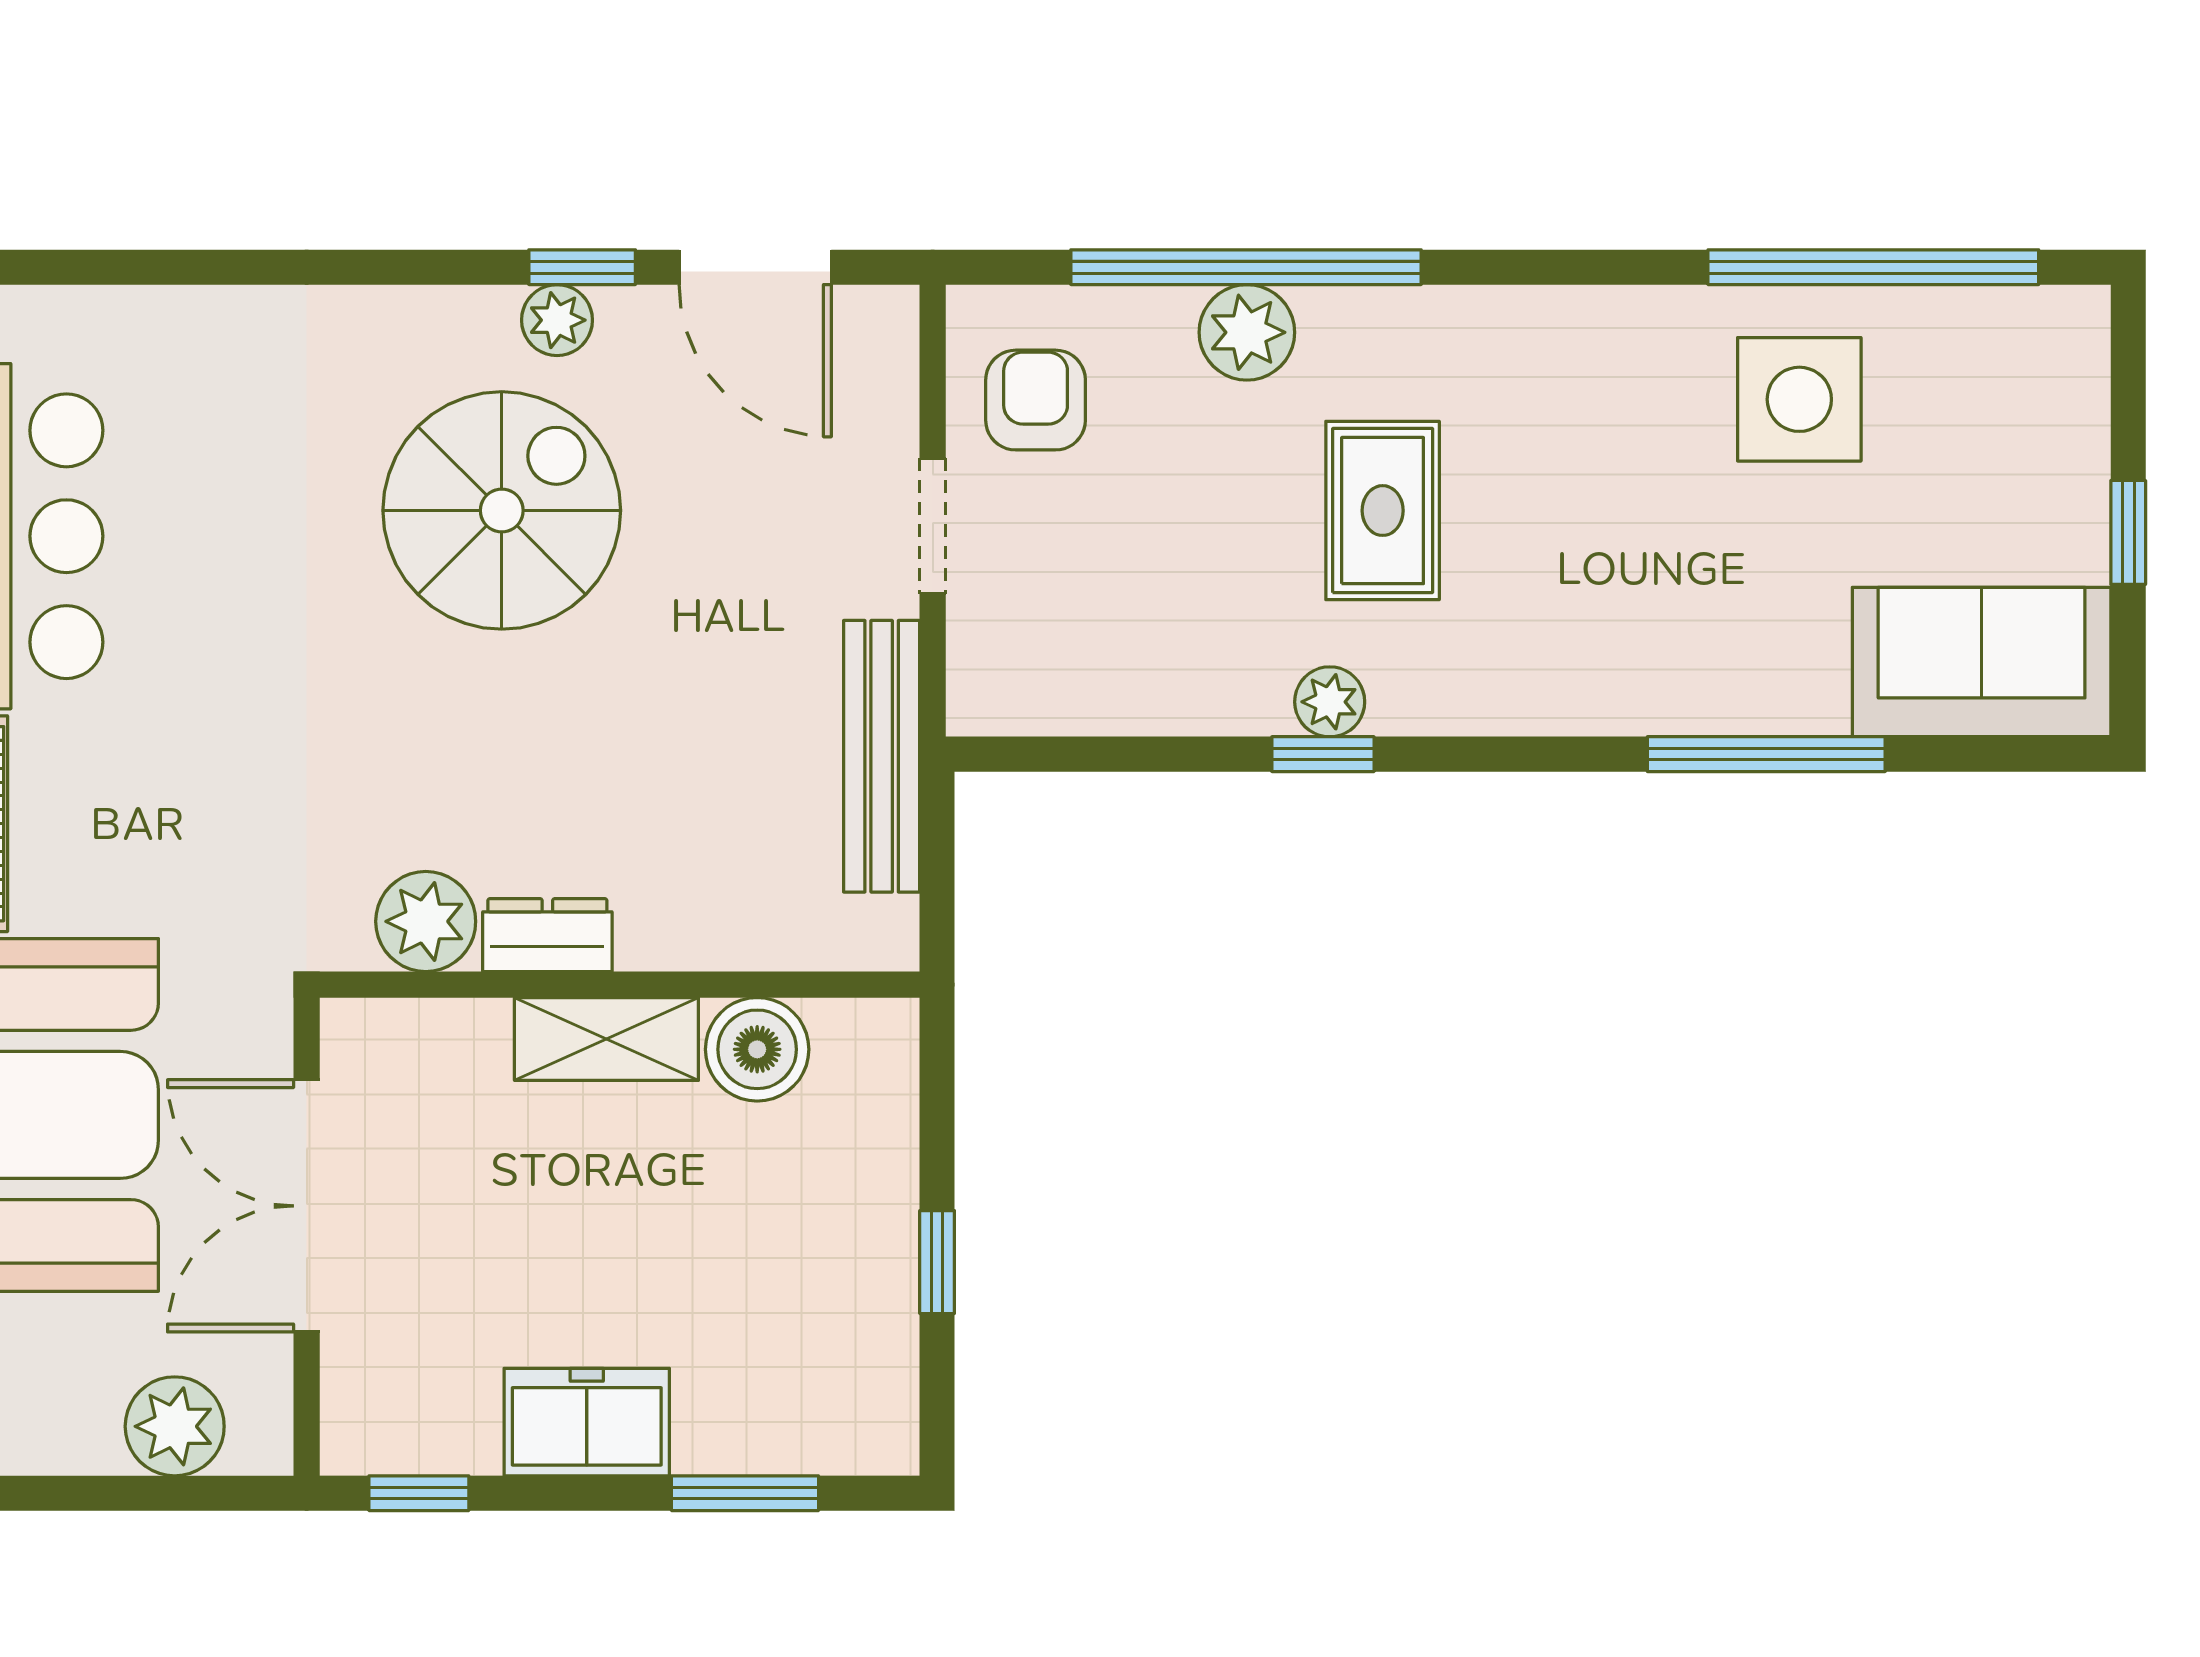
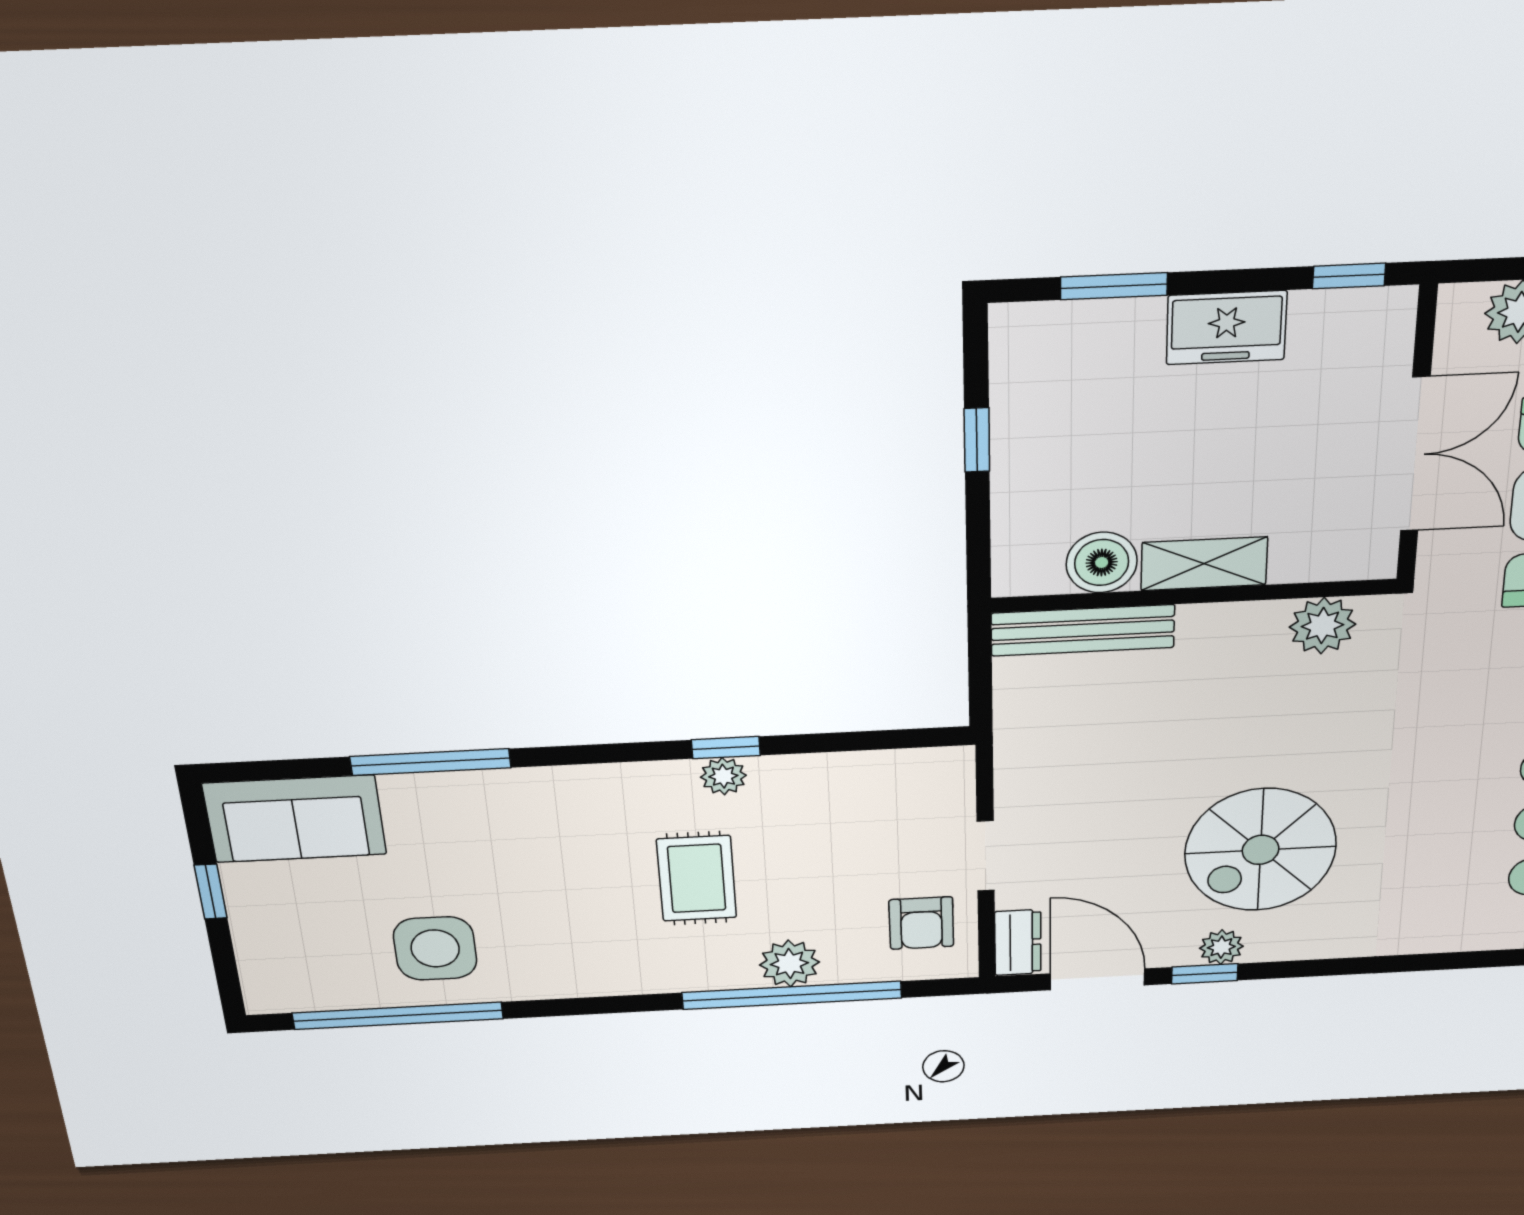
bench: (882, 756) -> (1083, 630), moved, turned 90
dresser: (547, 935) -> (1018, 943), moved, turned -90

